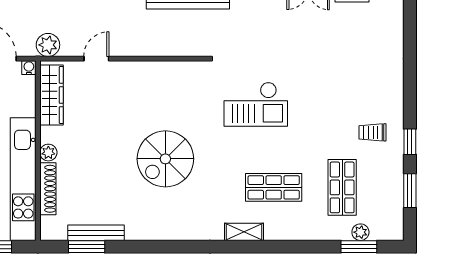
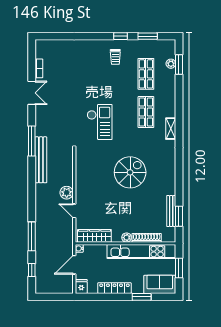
plant: (48, 45) -> (67, 193), moved
spiral stairs: (165, 159) -> (130, 172), turned -90
shop shelf: (342, 187) -> (146, 74), turned 90

